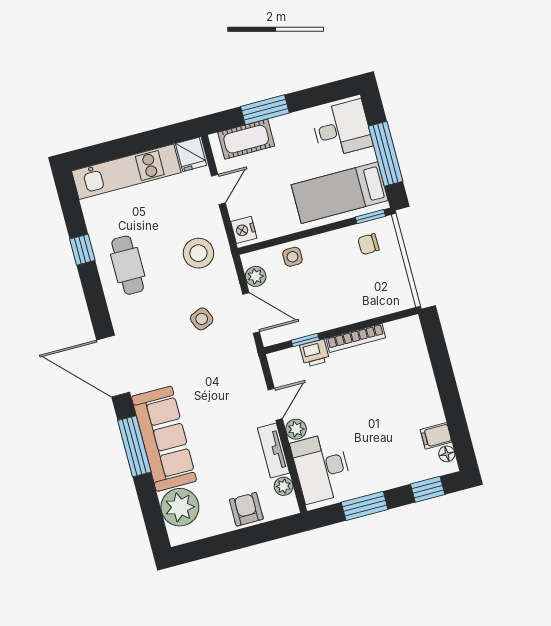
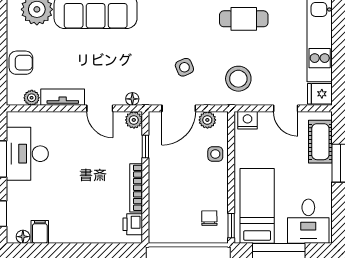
printer: (315, 353) -> (133, 224), moved
floor lamp: (254, 370) -> (132, 99), added
plant: (296, 429) -> (134, 120), moved
desk: (322, 468) -> (27, 154), moved, turned -90

